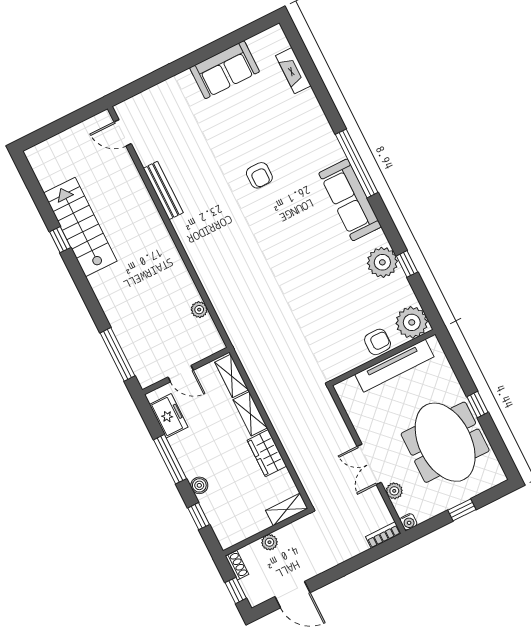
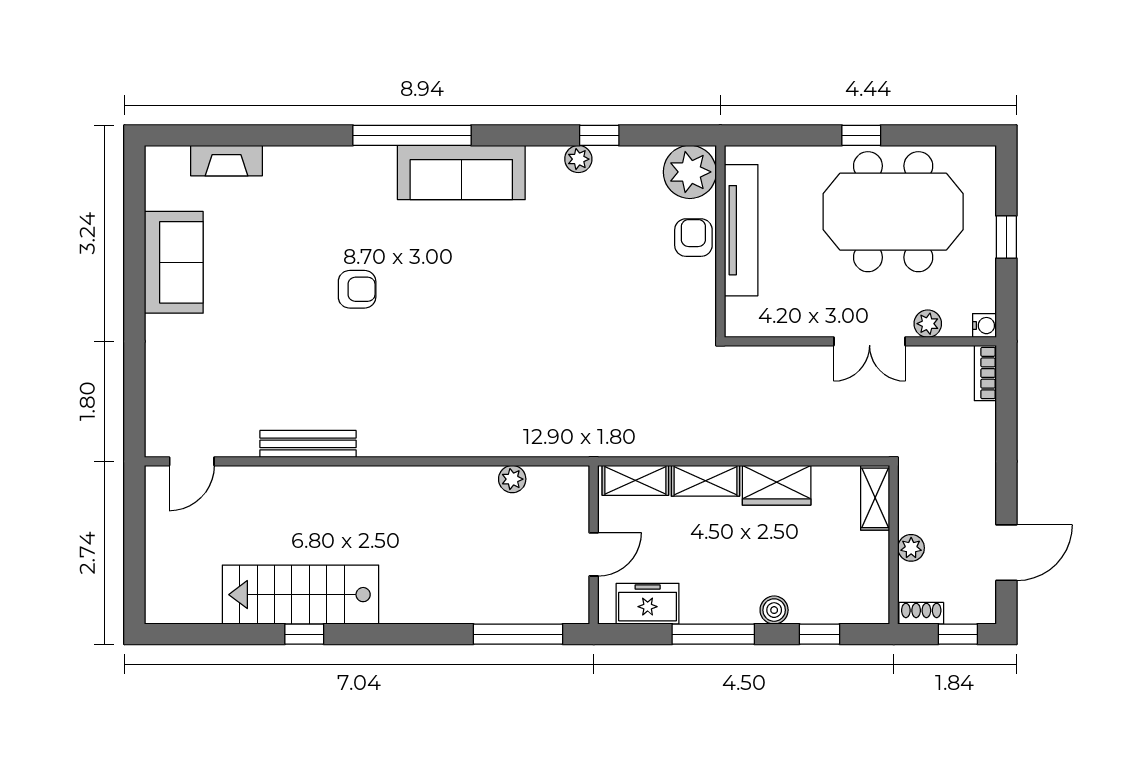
plant: (382, 262) -> (578, 159), width x0.53, depth x0.53

